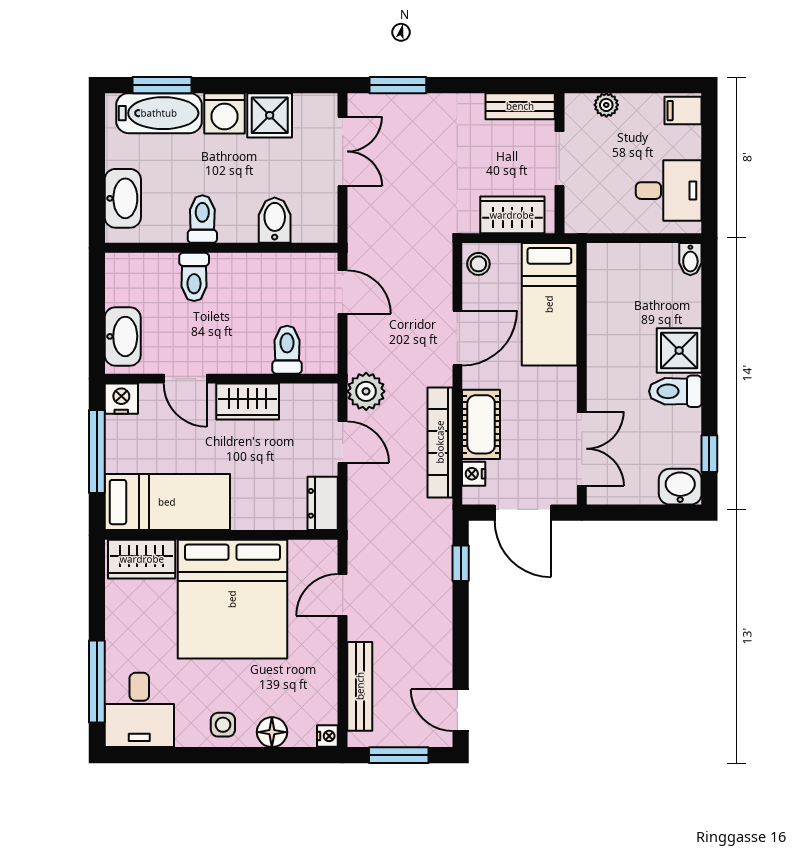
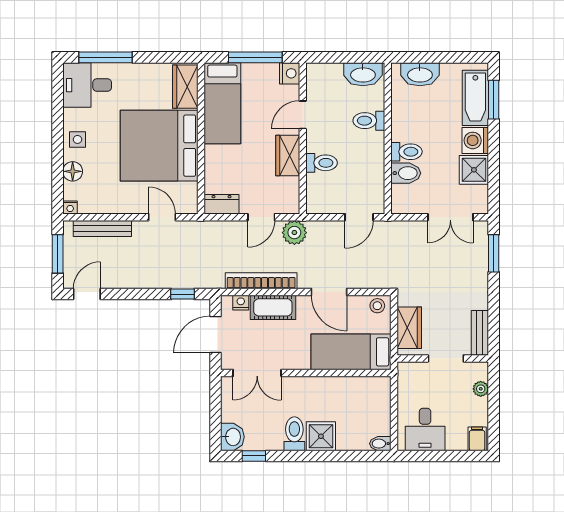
toilet: (202, 219) -> (406, 152), moved
washbasin: (123, 336) -> (363, 74), moved
toilet: (287, 350) -> (321, 163), moved

